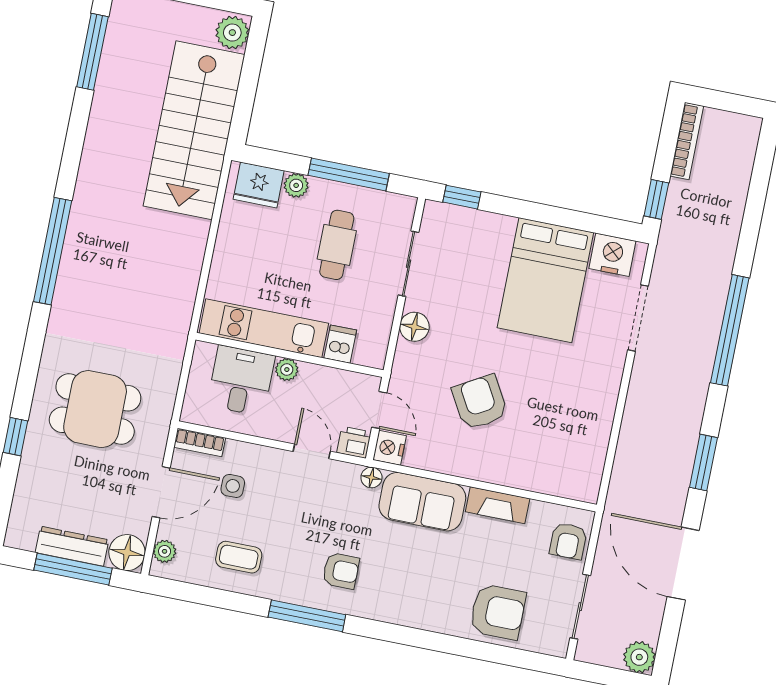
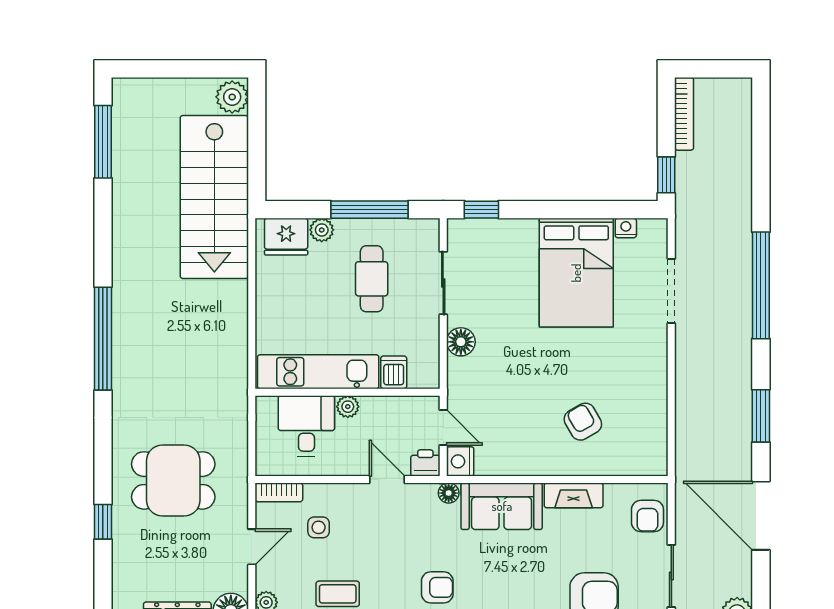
nightstand: (612, 255) -> (626, 228), width x0.53, depth x0.56
armchair: (480, 402) -> (583, 422), moved, width x0.72, depth x0.72
door: (161, 492) -> (252, 547), width x0.73

